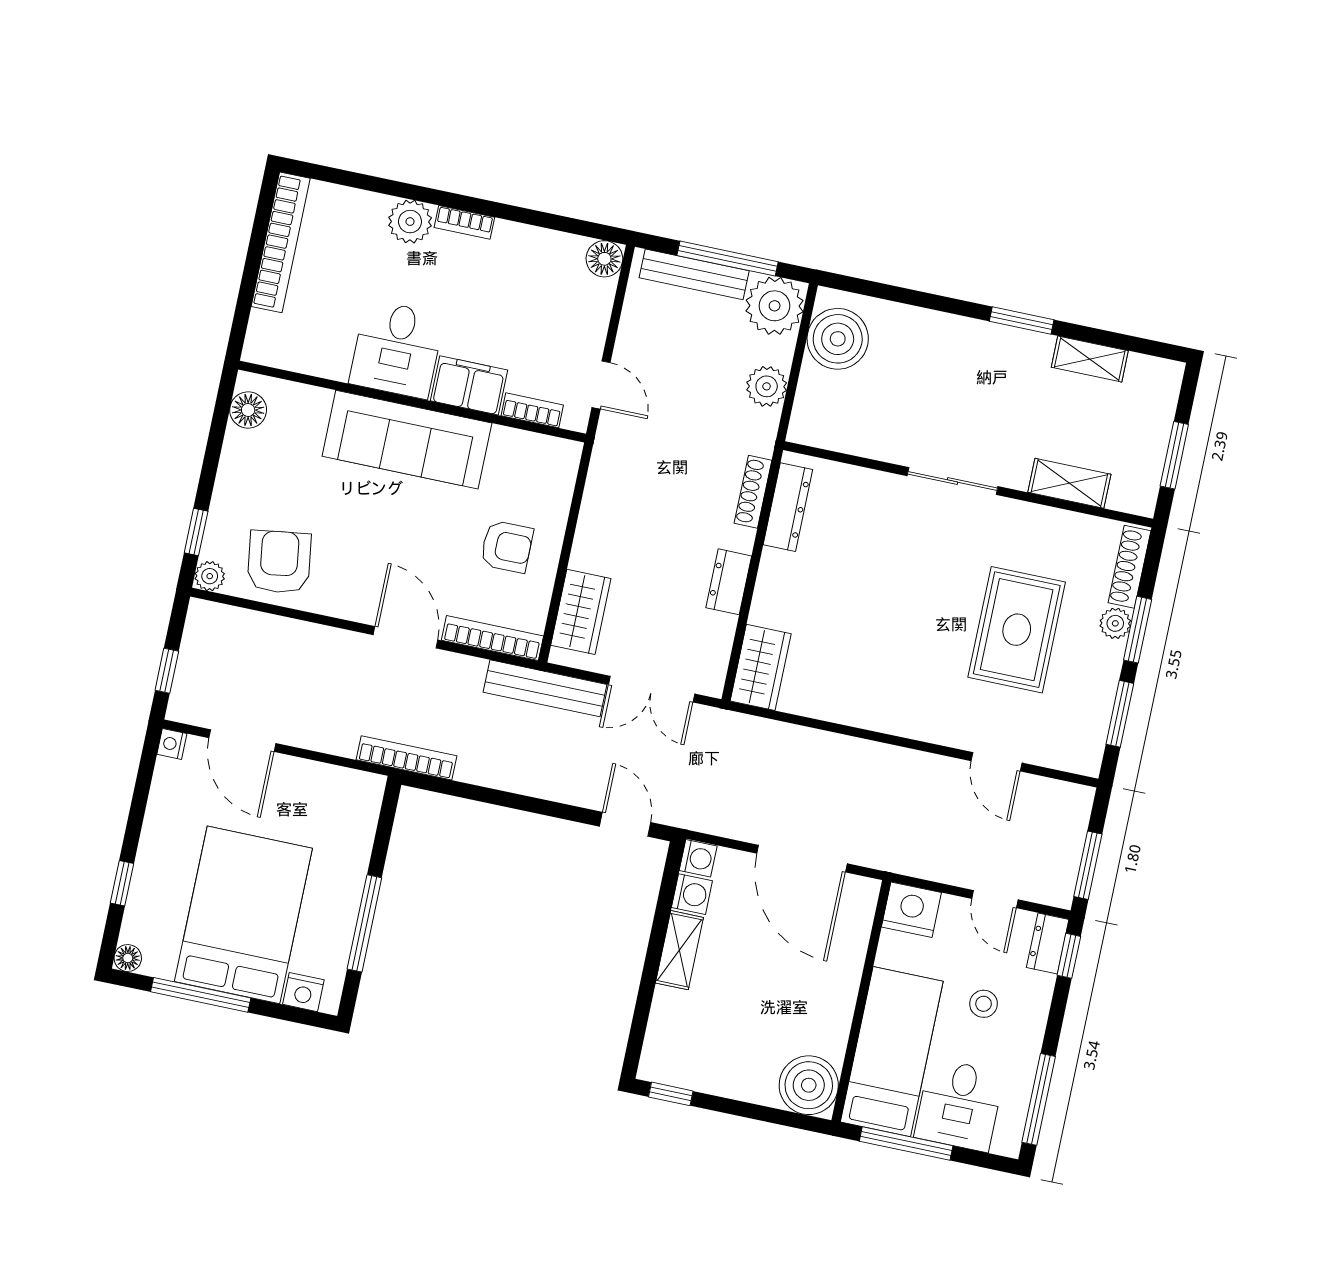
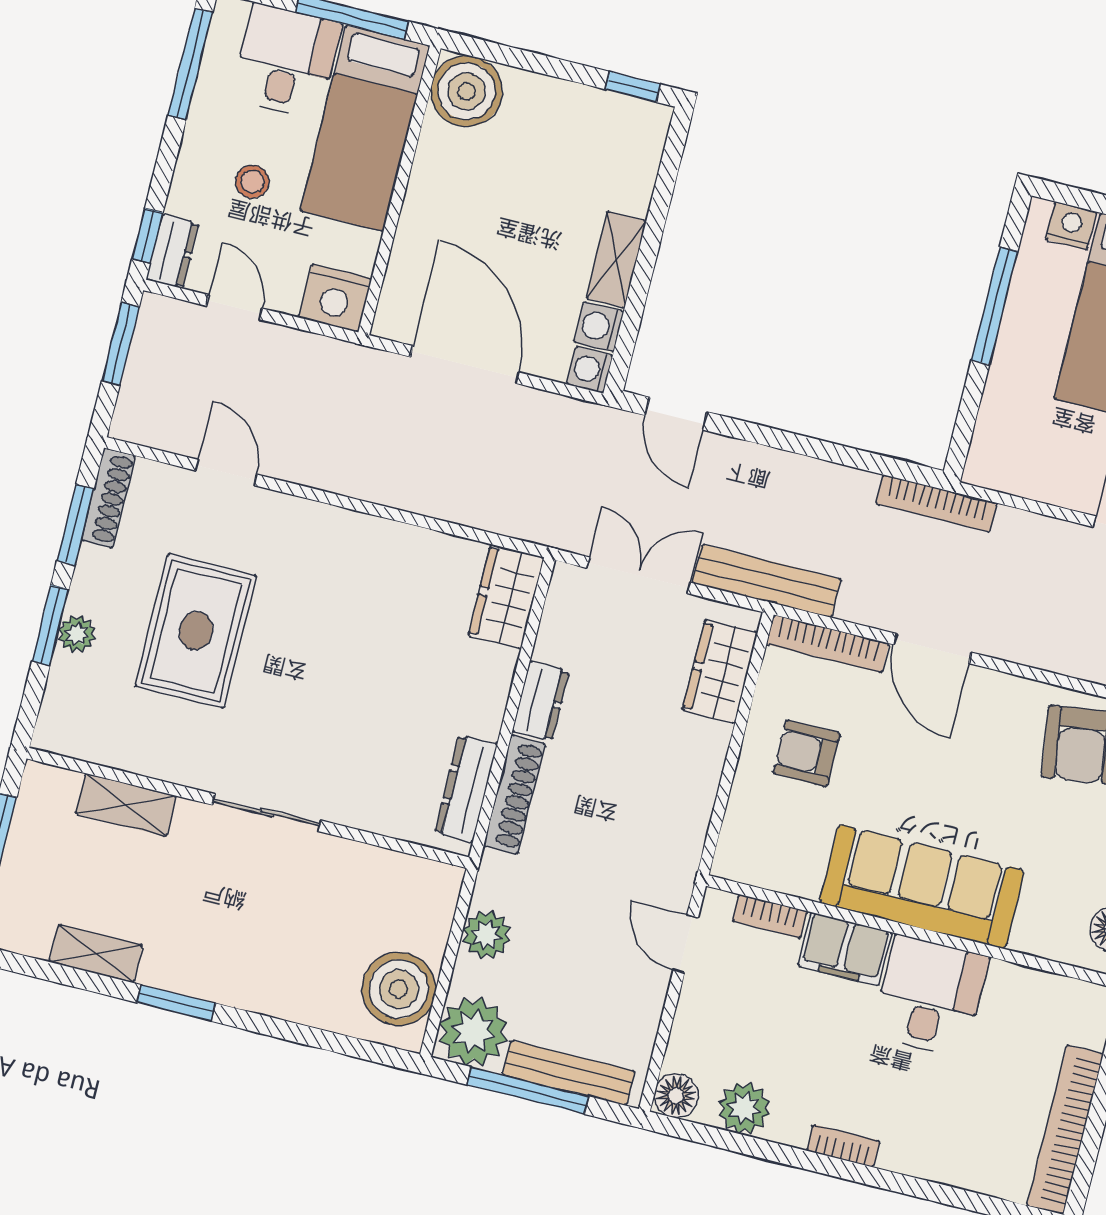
plant: (410, 222) -> (744, 1108), moved
shoe rack: (753, 492) -> (514, 795), width x1.36, depth x1.24
shoe rack: (1129, 567) -> (108, 498), moved

